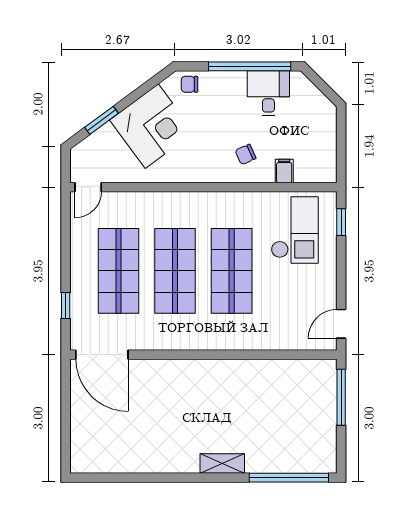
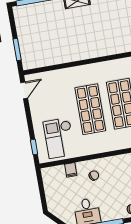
window: (341, 397) -> (17, 50), width x0.69

